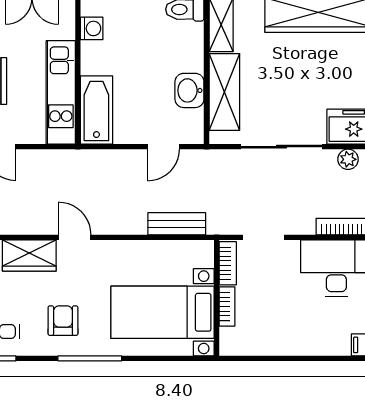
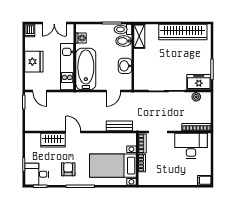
bidet: (187, 35) -> (124, 41), added
shelving: (224, 92) -> (141, 67), removed
bathtub: (96, 110) -> (86, 69), width x1.36, depth x1.36

